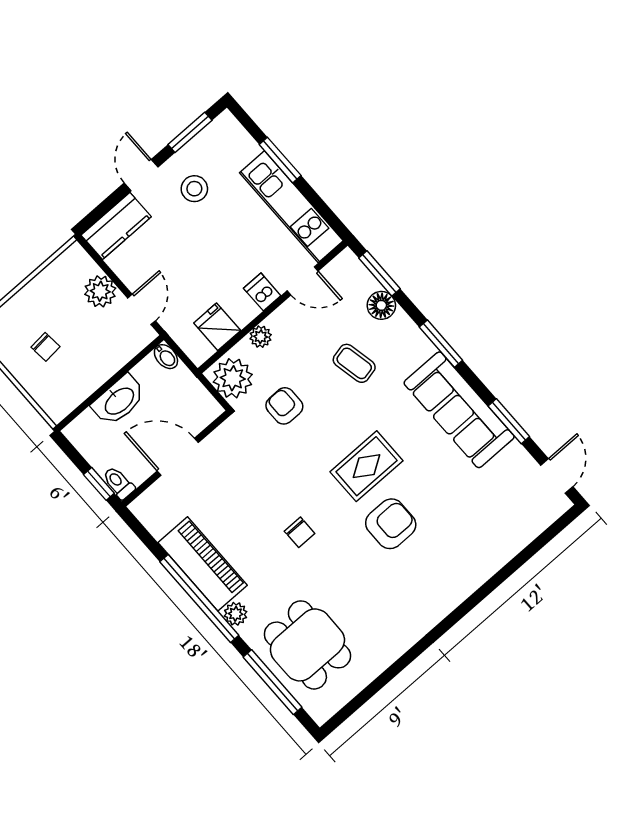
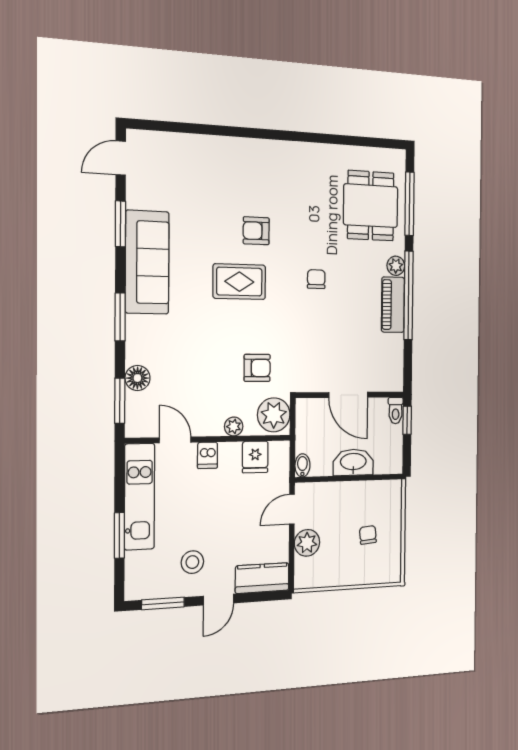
coffee table: (354, 363) -> (189, 355), removed
armchair: (284, 406) -> (257, 368), turned -90
armchair: (391, 524) -> (256, 231), width x0.72, depth x0.72
piano: (203, 564) -> (393, 305), width x0.73, depth x0.75

